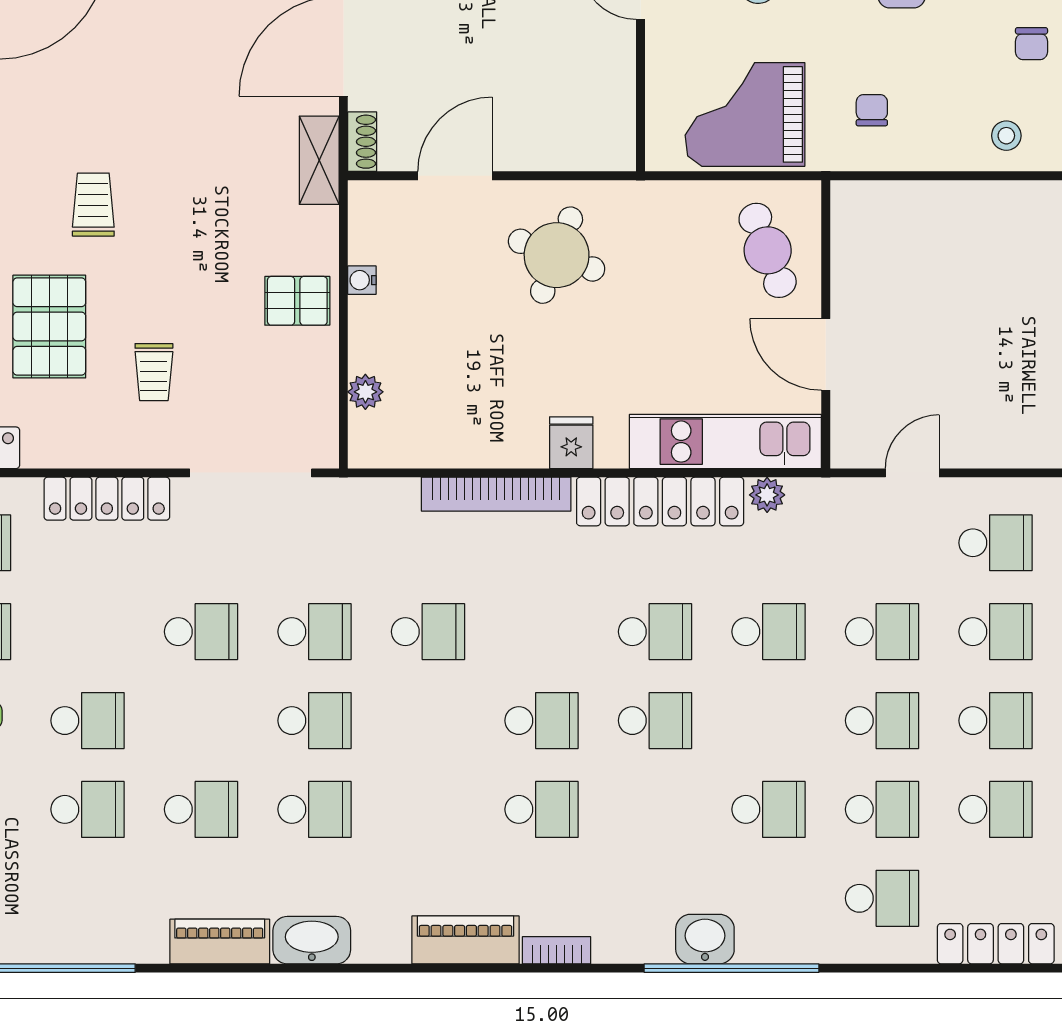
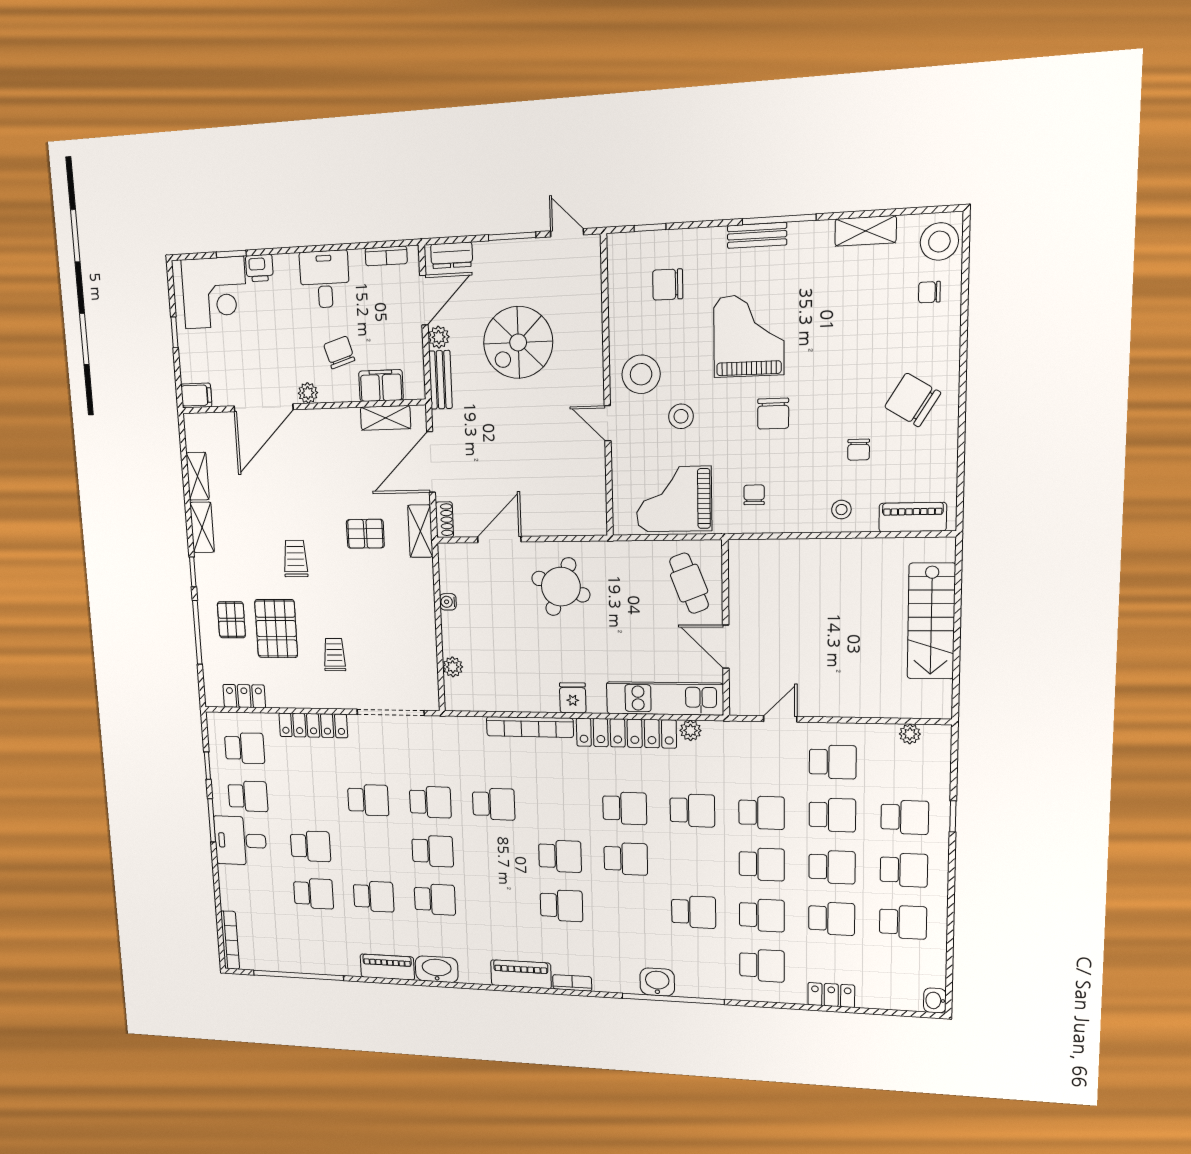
pallet: (297, 301) -> (365, 534), moved
trolley: (154, 372) -> (334, 655), turned 180
locker: (996, 944) -> (831, 995), width x0.66

